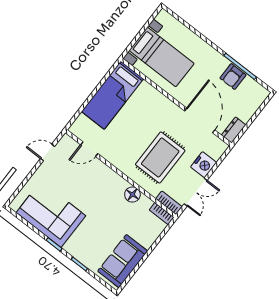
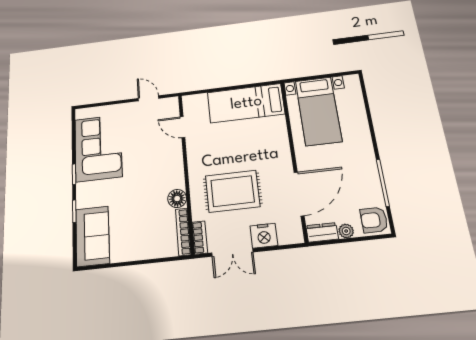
armchair: (233, 77) -> (374, 220), moved
plant: (246, 116) -> (346, 231), added
bookcase: (162, 214) -> (183, 232), width x1.56
sofa: (123, 261) -> (93, 236), moved, turned 90

